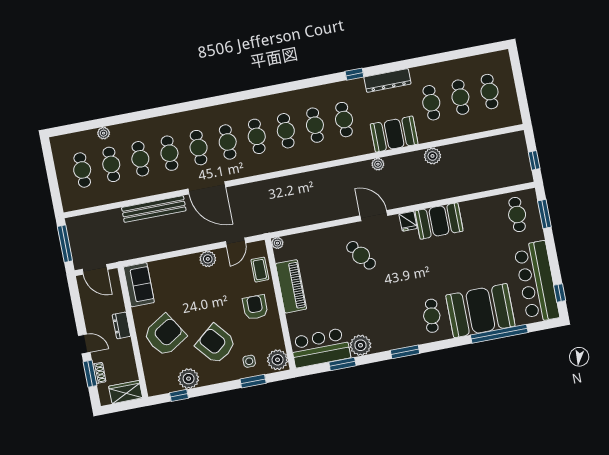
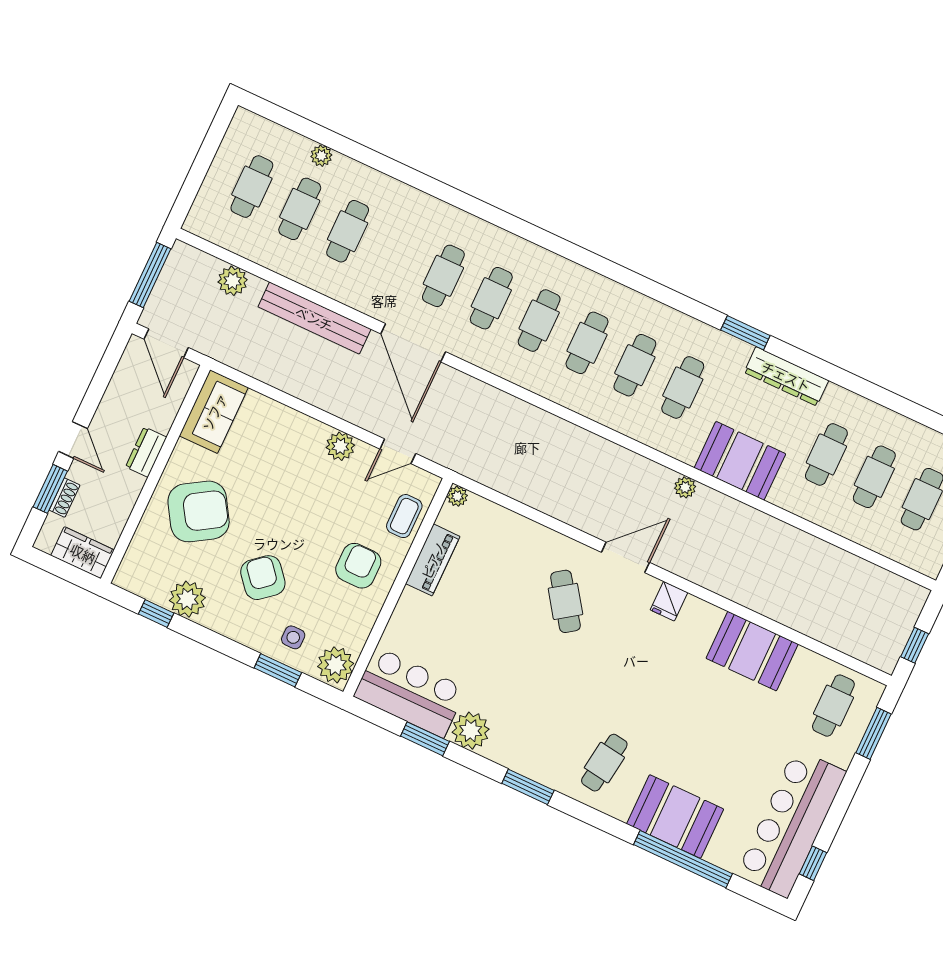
window: (354, 74) -> (745, 333), width x1.50
cafe table: (169, 153) -> (395, 254), removed
plant: (432, 156) -> (233, 281), moved
door: (374, 216) -> (625, 557), hinge flipped
booth: (439, 221) -> (752, 651), moved
piano: (291, 286) -> (433, 560), width x0.73, depth x0.75
booth: (480, 311) -> (675, 817), width x0.73, depth x0.70
armchair: (216, 344) -> (263, 578), width x0.73, depth x0.73

